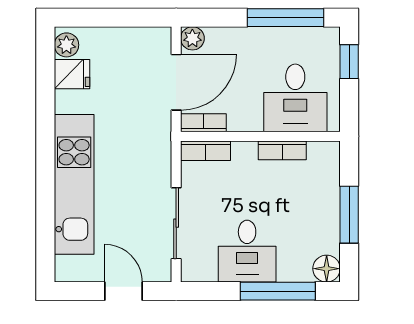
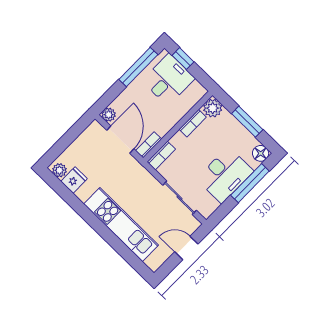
desk: (295, 98) -> (168, 80), moved, turned -90
plant: (324, 157) -> (213, 108), added
desk: (247, 251) -> (225, 175), width x1.37

